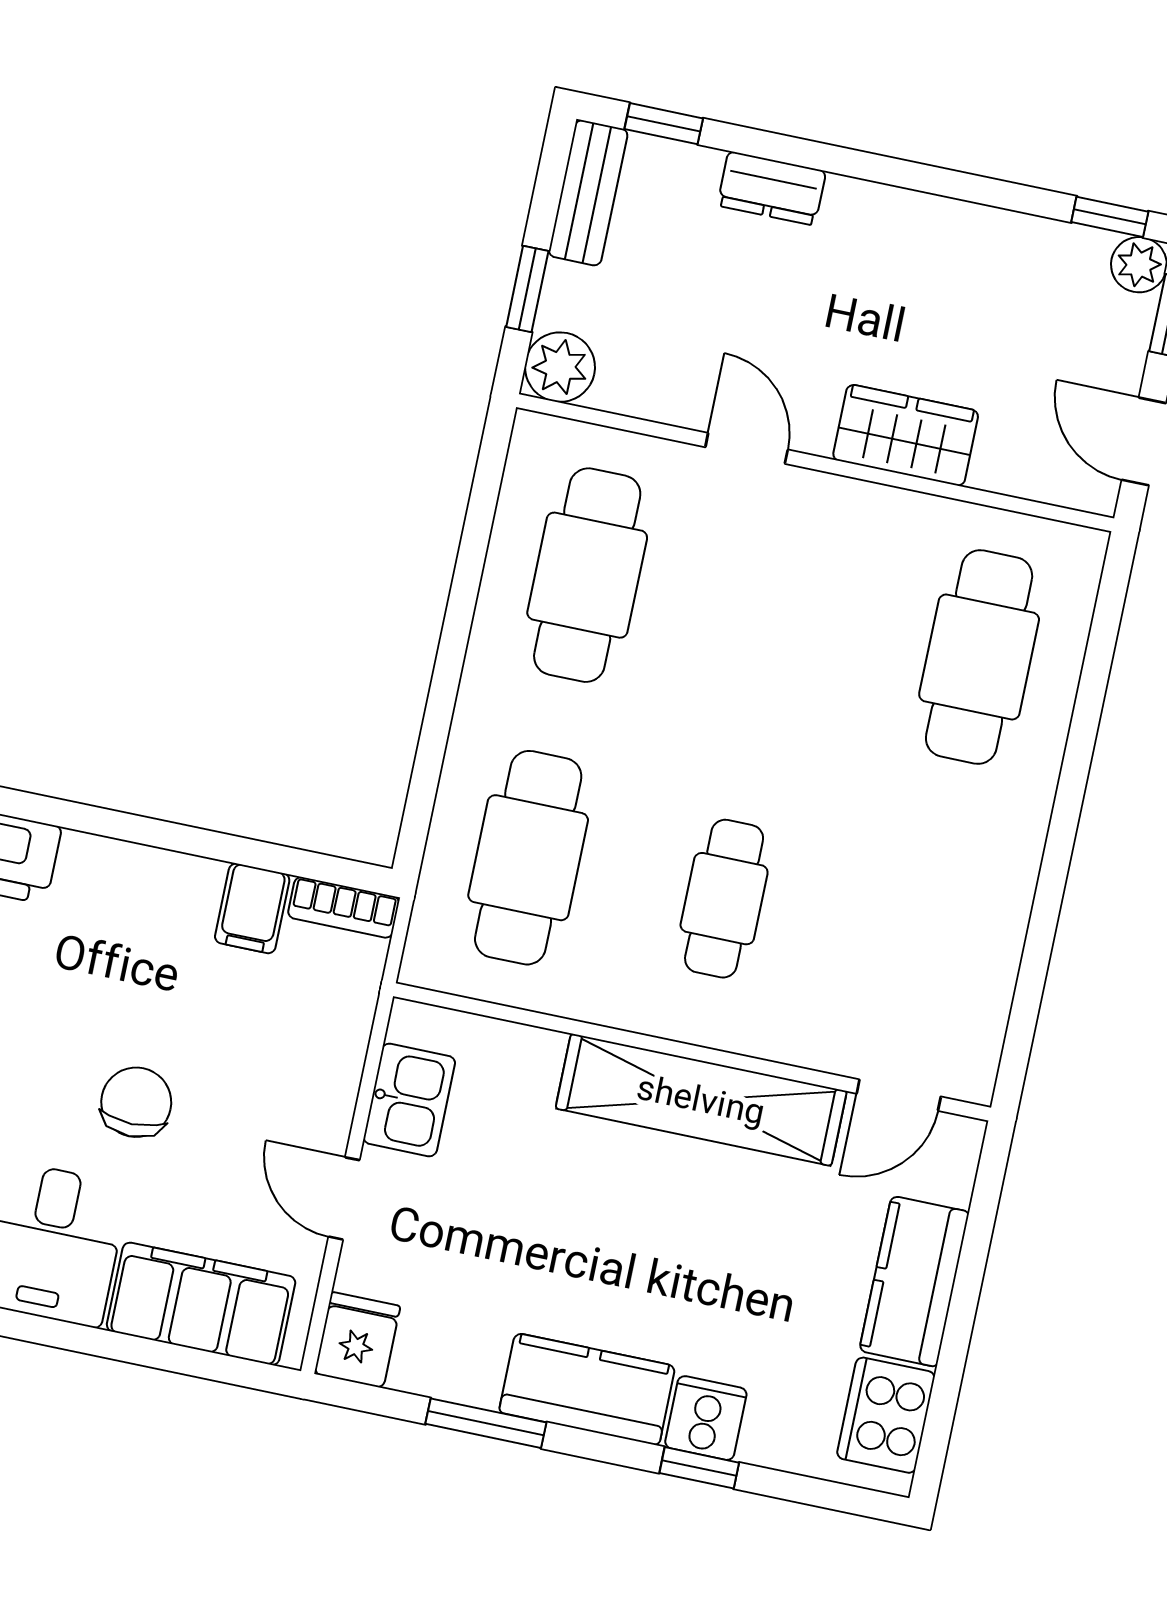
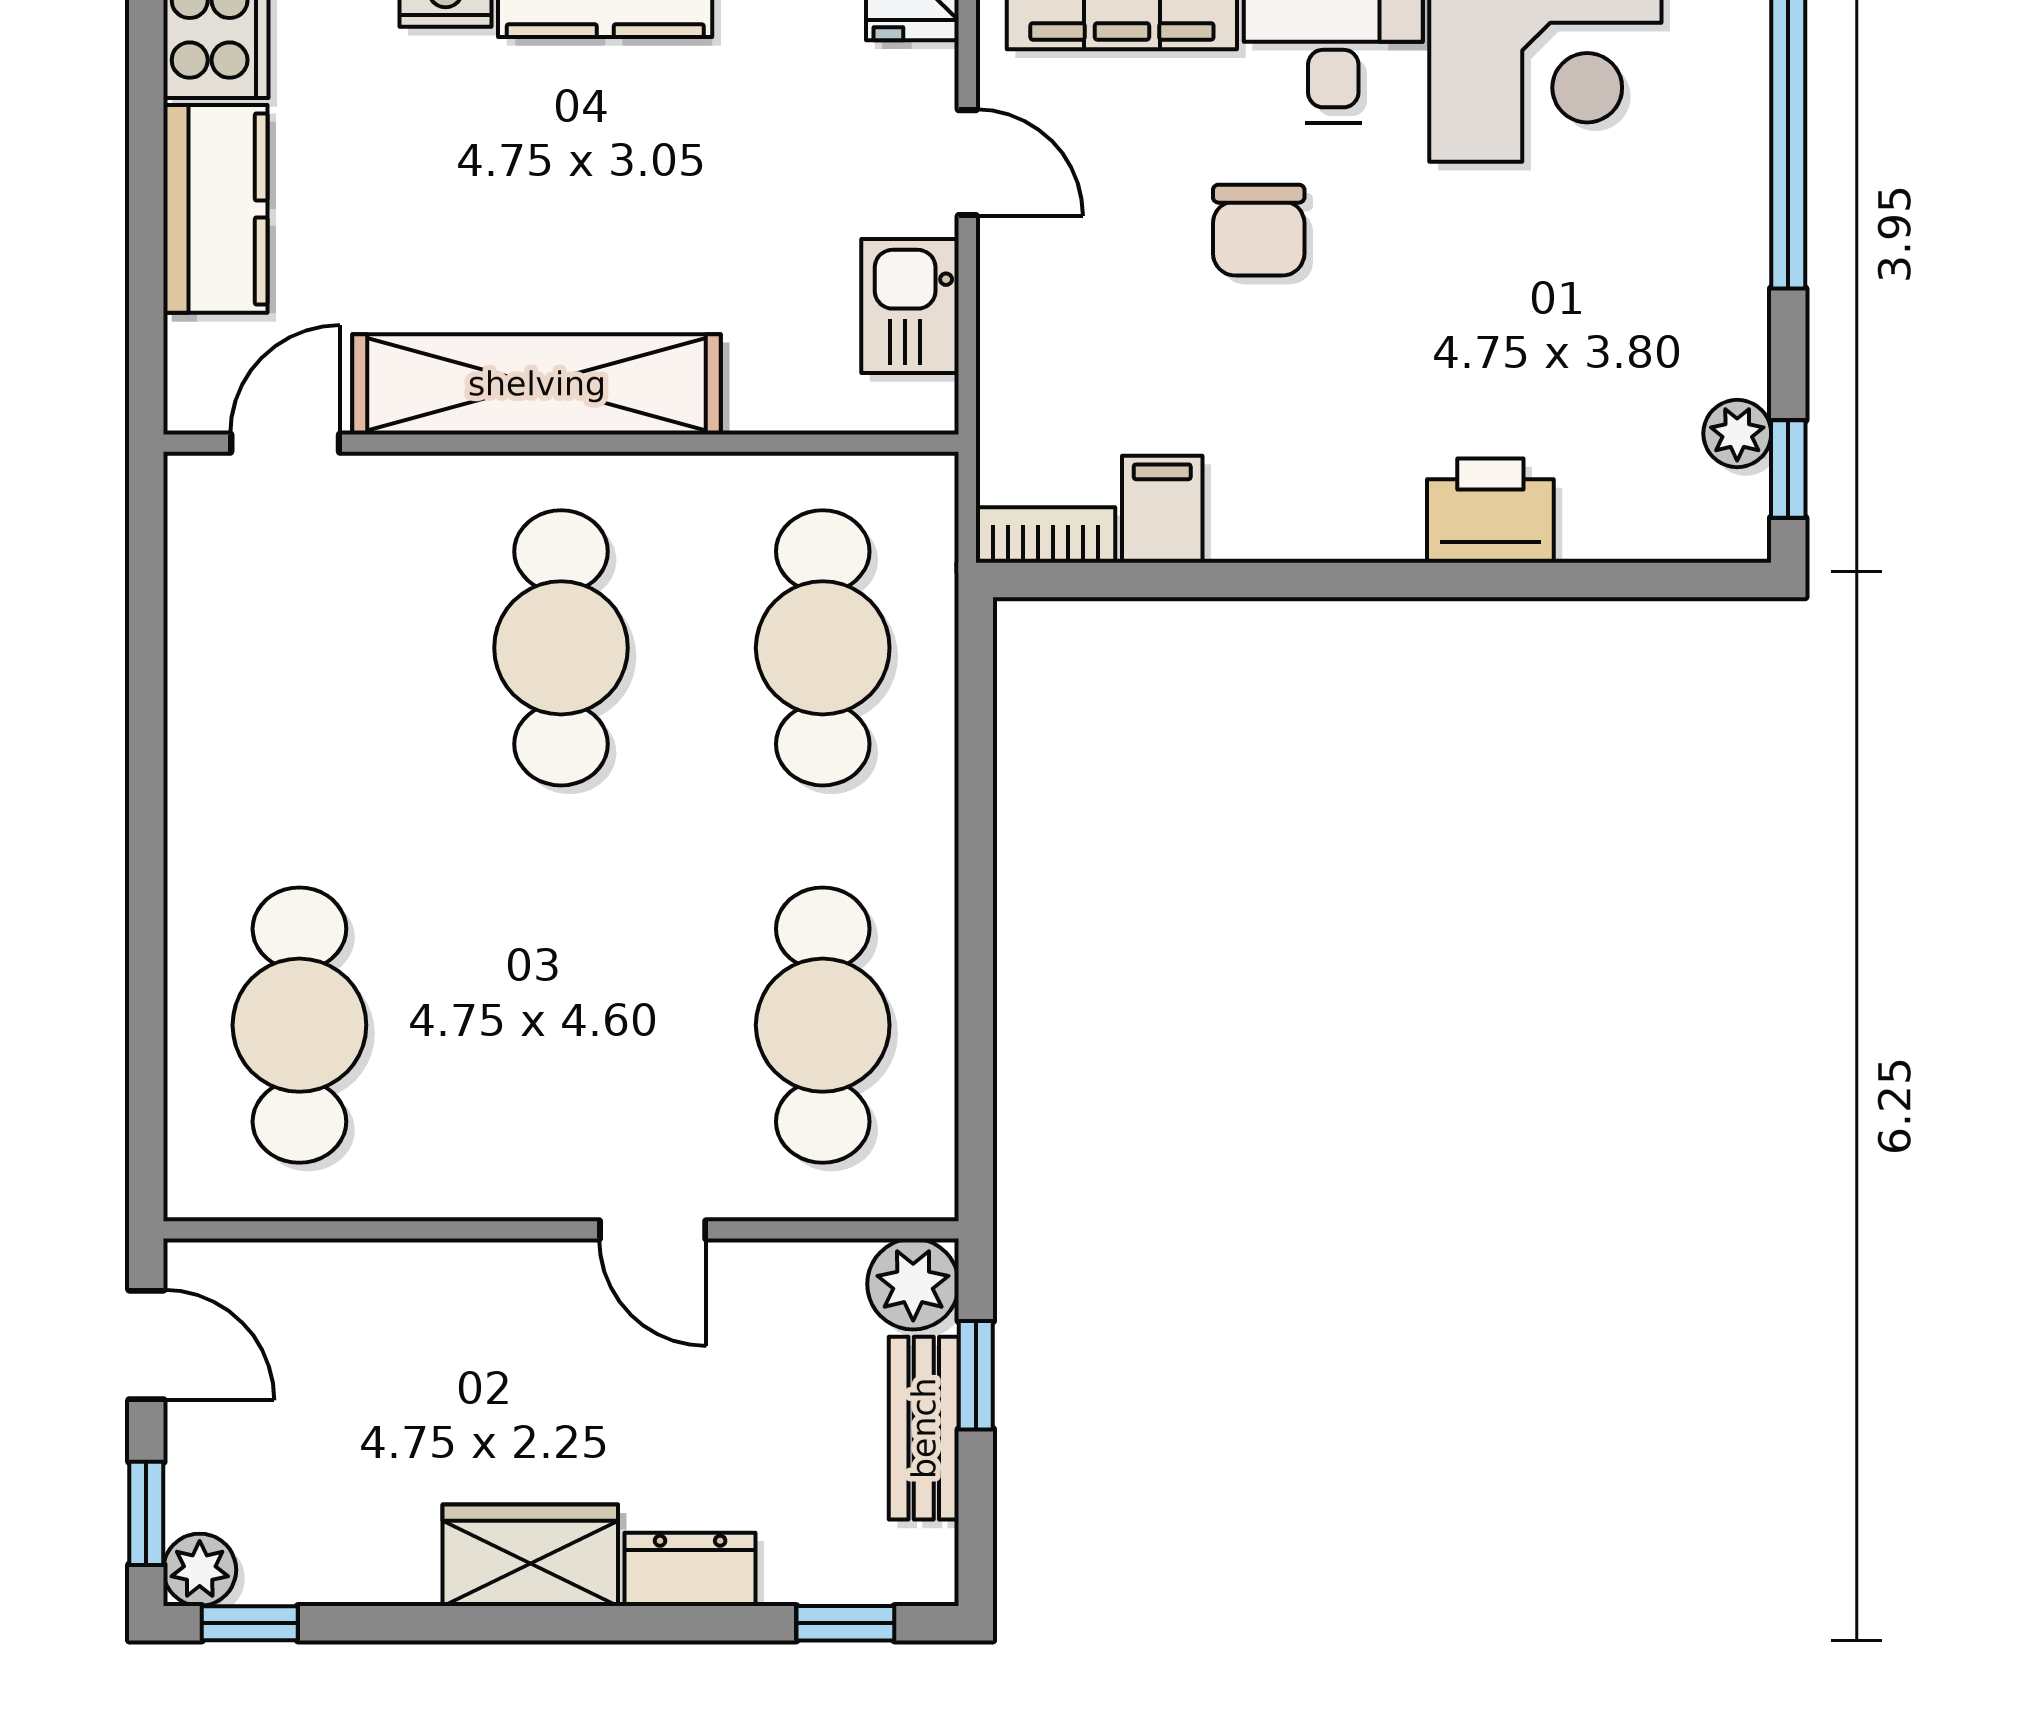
bench: (588, 193) -> (924, 1428), moved
wardrobe: (906, 435) -> (530, 1555), moved, turned 180
cafe table: (724, 899) -> (561, 648), width x1.37, depth x1.35

